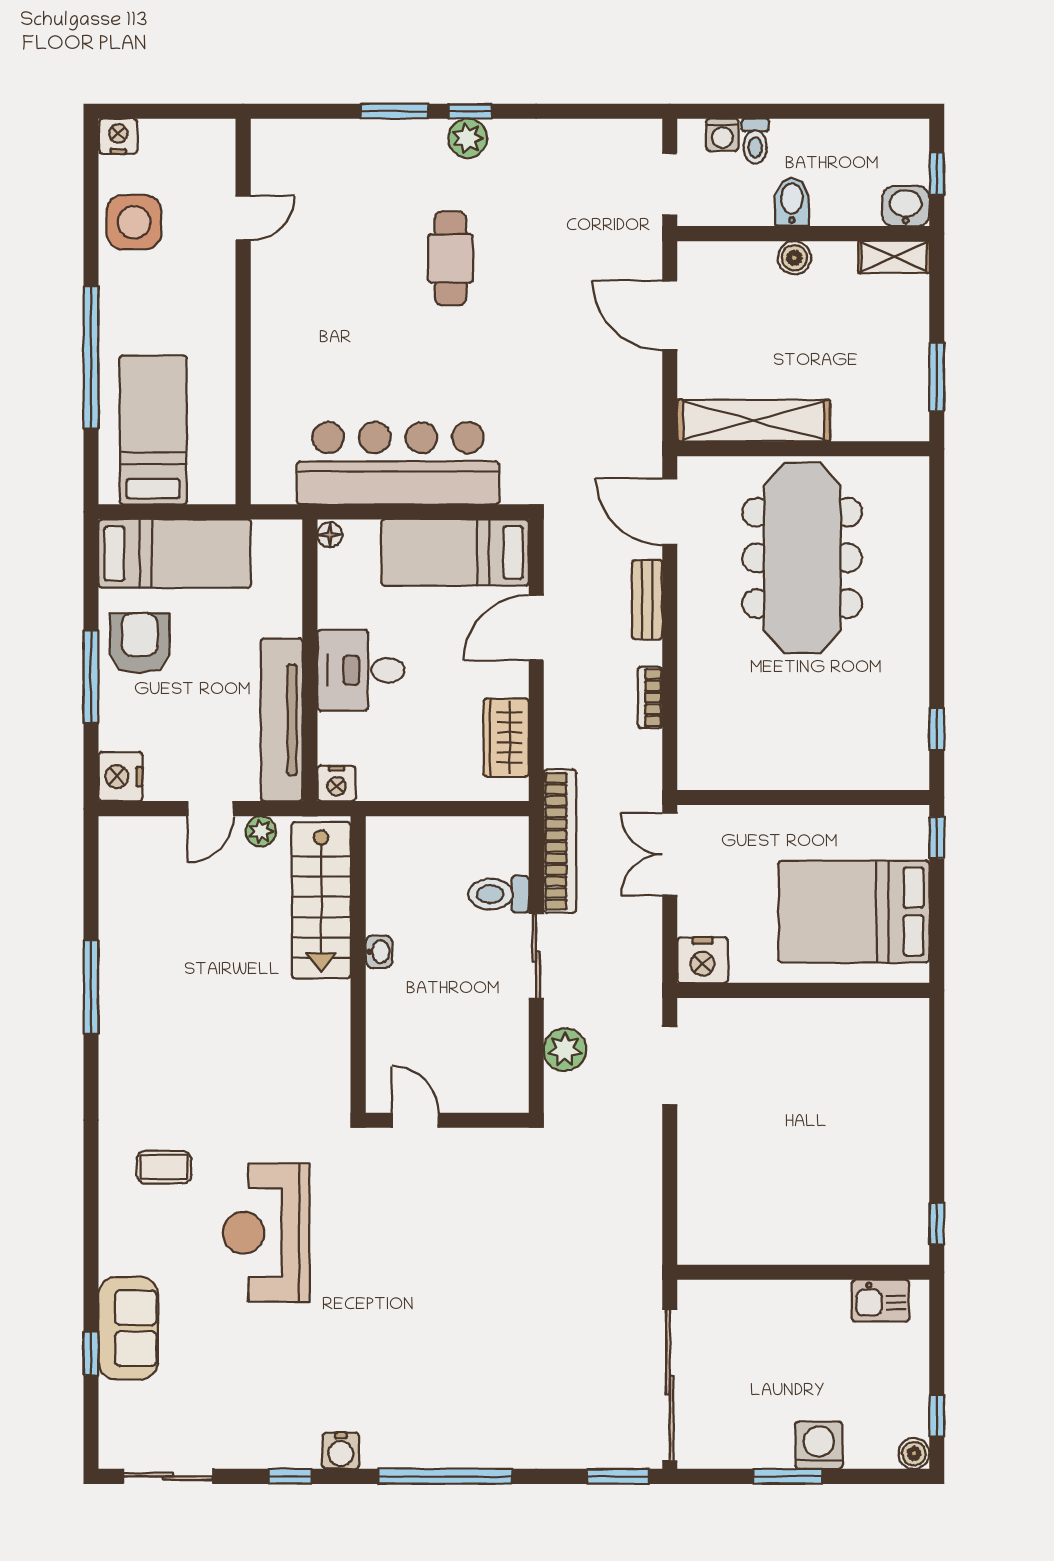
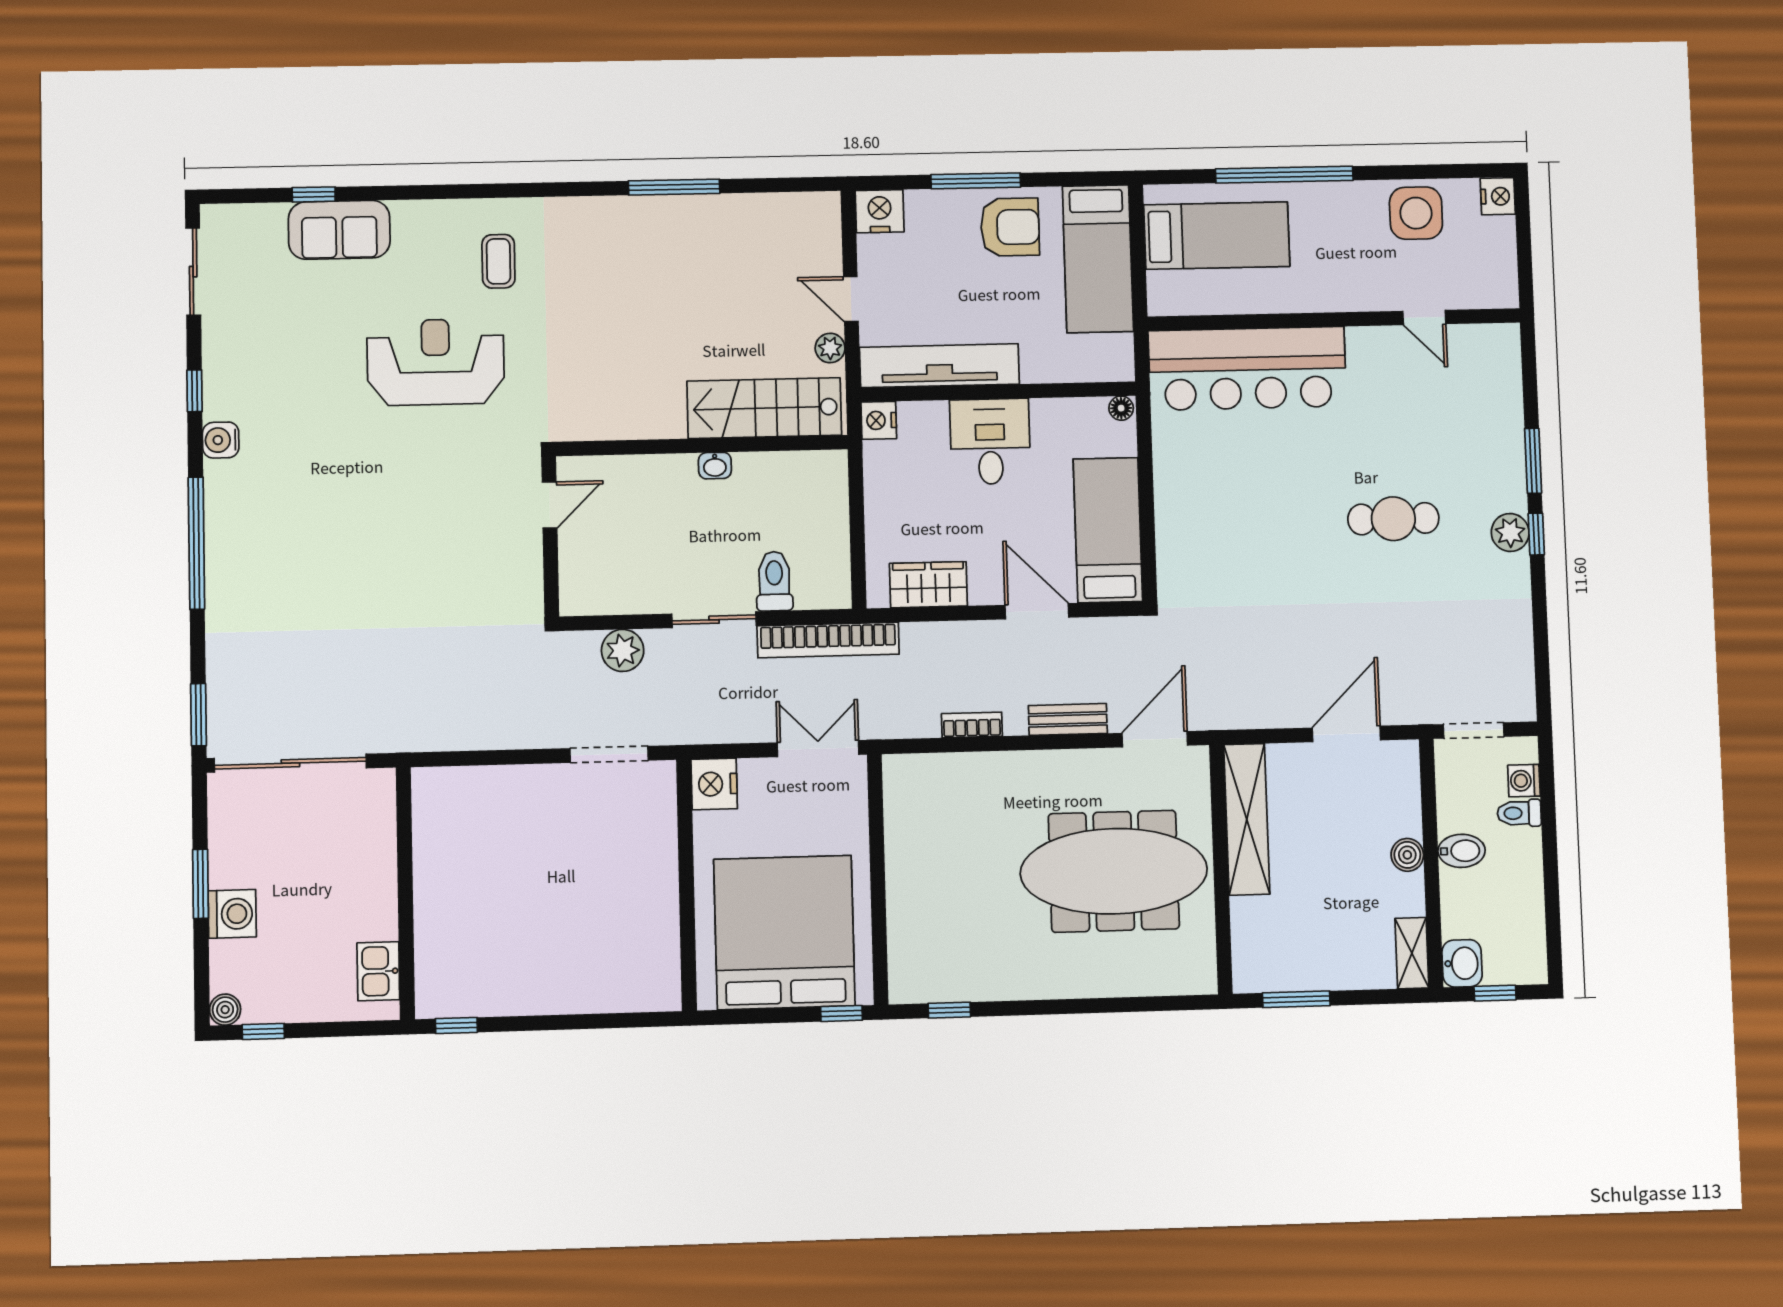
bar counter: (398, 463) -> (1247, 368), moved, turned 90
bed: (854, 912) -> (784, 932), width x1.36

